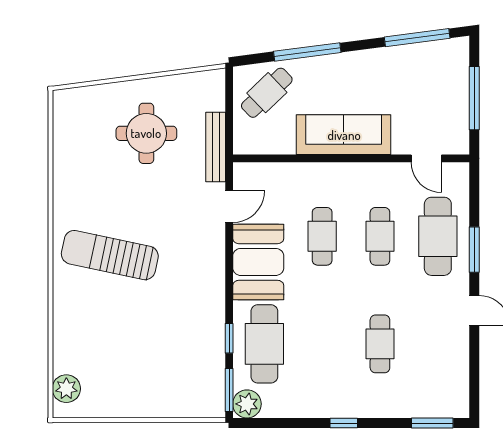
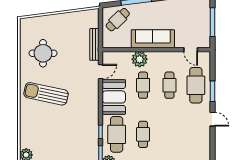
round table: (146, 133) -> (43, 53), moved
plant: (315, 179) -> (140, 59), added
cafe table: (380, 344) -> (143, 134), moved

